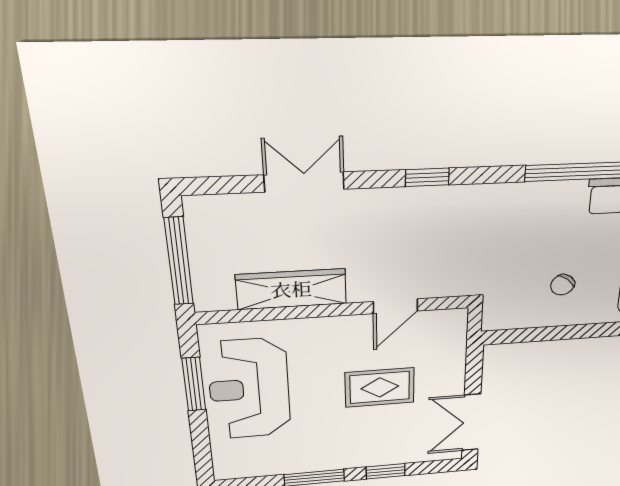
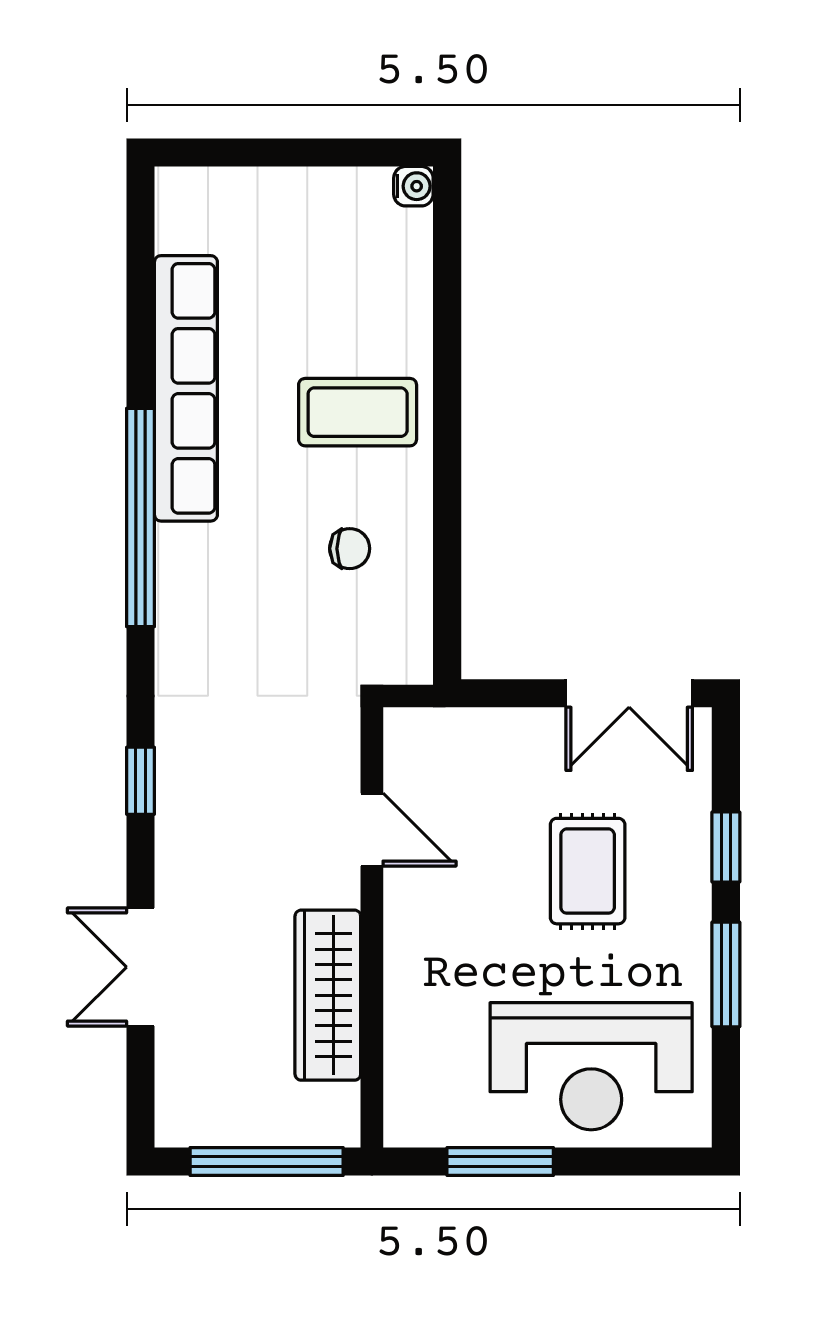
chair: (562, 285) -> (350, 549), turned -39
rug: (380, 387) -> (588, 871), moved
reception desk: (249, 389) -> (591, 1066), moved

